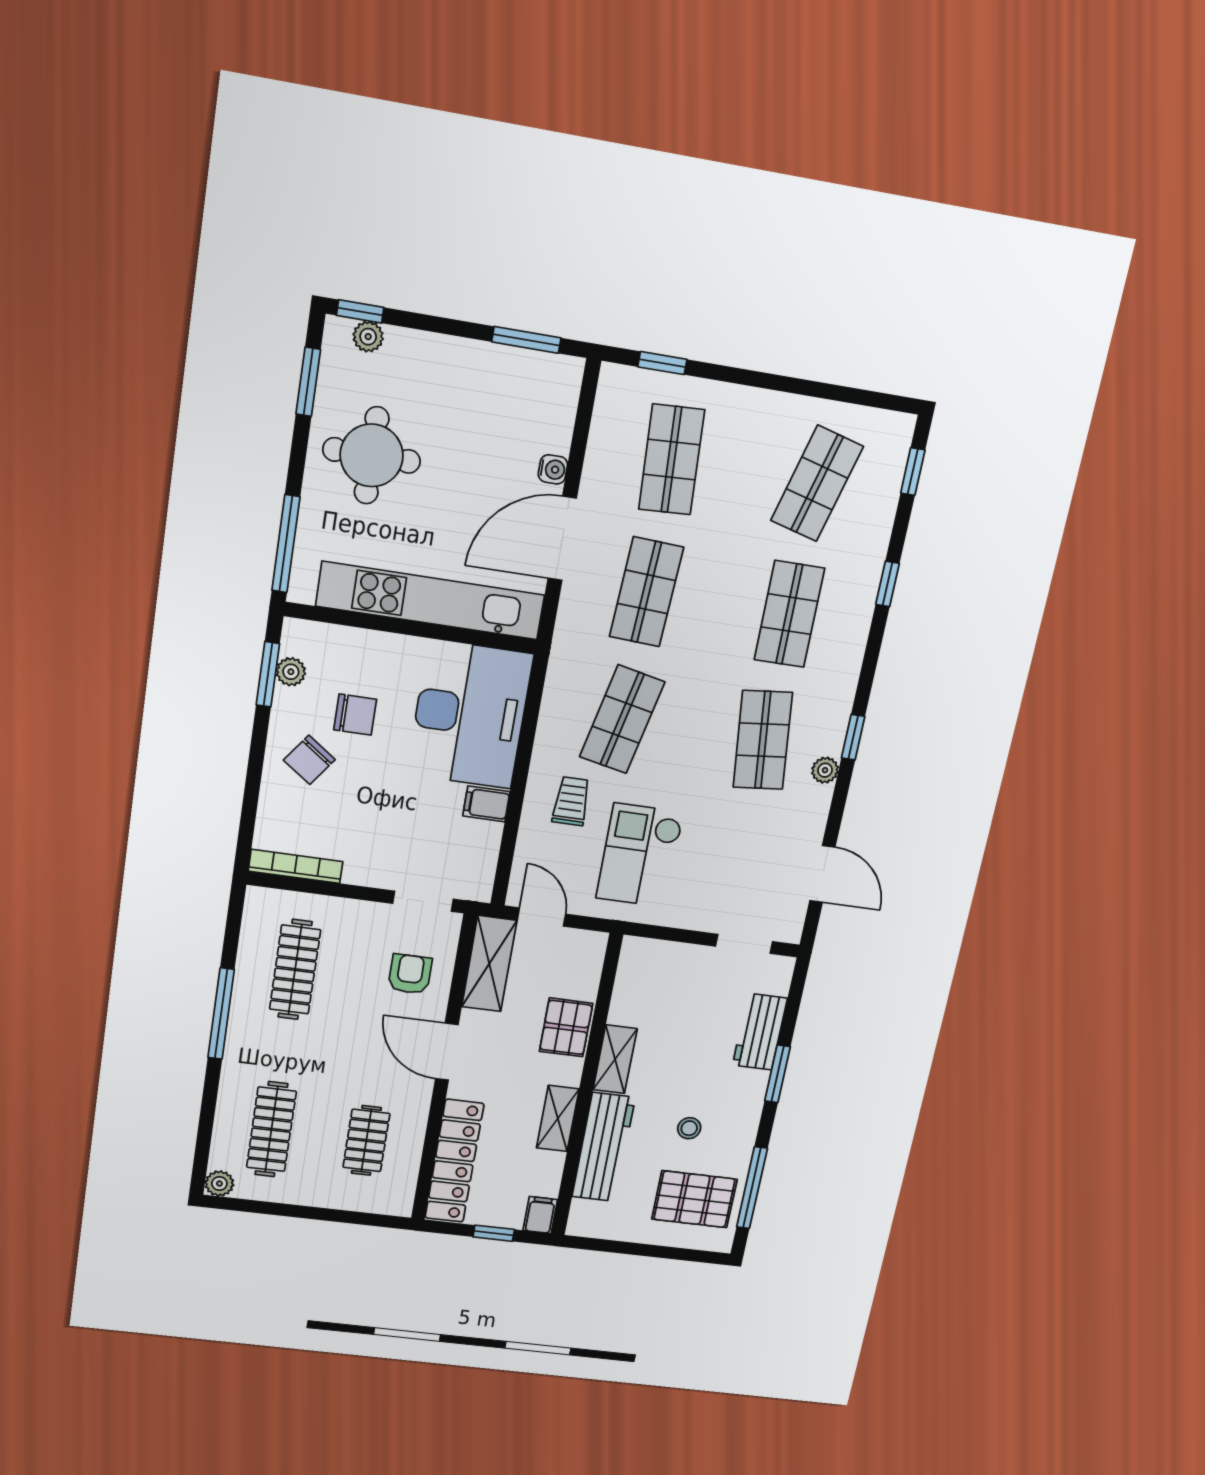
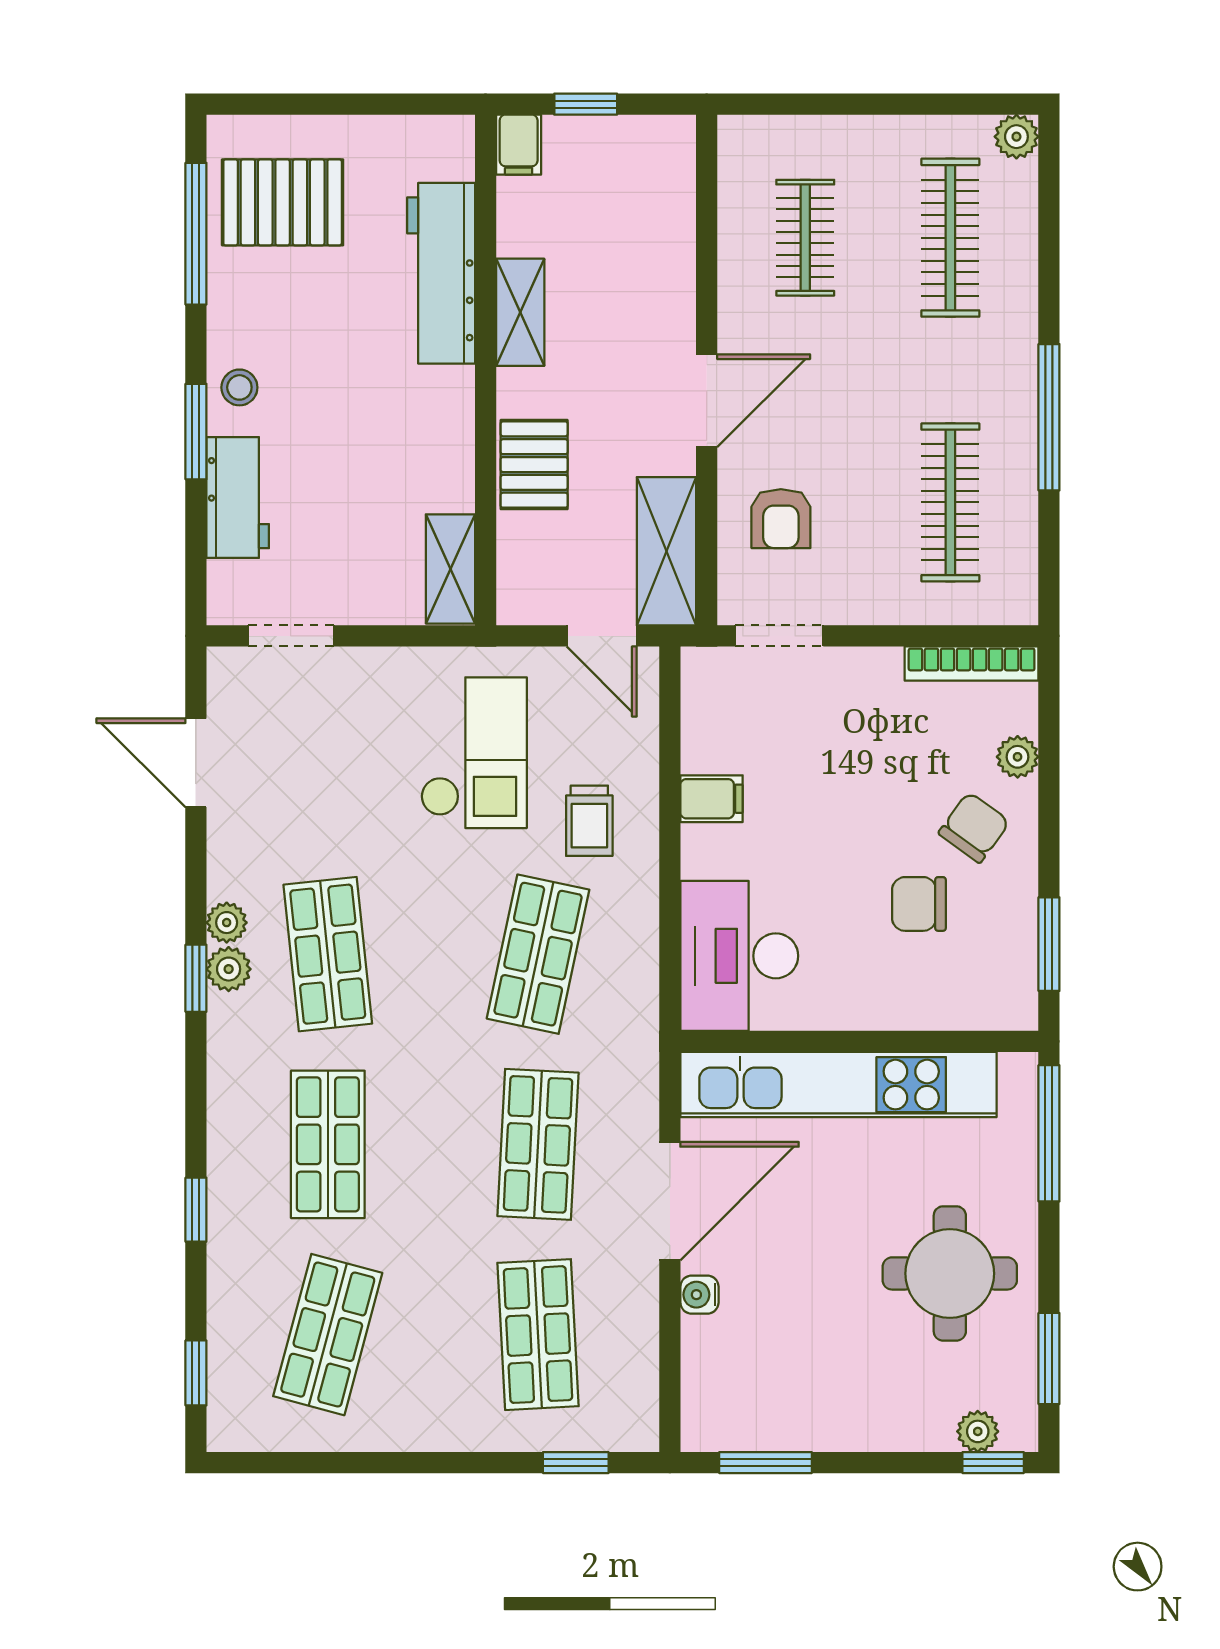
plant: (291, 672) -> (1018, 757), moved
desk: (470, 714) -> (739, 956), width x0.73, depth x0.77
plant: (830, 740) -> (229, 969), added
door: (447, 1052) -> (707, 401), hinge flipped
shelving: (615, 1059) -> (450, 569), moved
stool: (689, 1128) -> (239, 387), moved
locker: (454, 1161) -> (666, 220), removed

